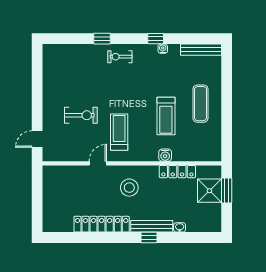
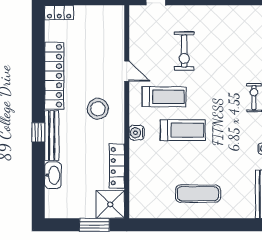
treadmill: (166, 116) -> (183, 130), moved, turned 180
water cooler: (165, 155) -> (137, 133), moved
shower: (209, 191) -> (110, 204), moved
locker: (49, 220) -> (59, 12), added
washbasin: (180, 227) -> (53, 175), width x1.91, depth x1.45

